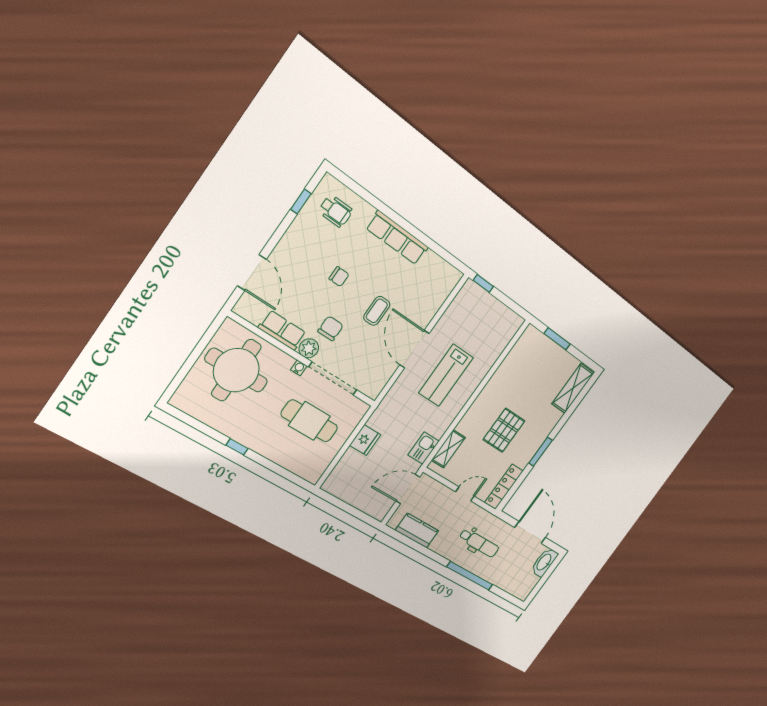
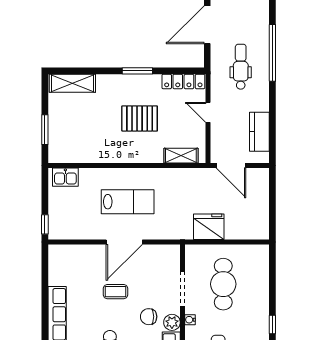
doorway: (333, 378) -> (183, 289), width x0.73
fridge: (365, 440) -> (209, 227), width x1.36, depth x1.34
kitchen sink: (424, 448) -> (65, 177), moved

